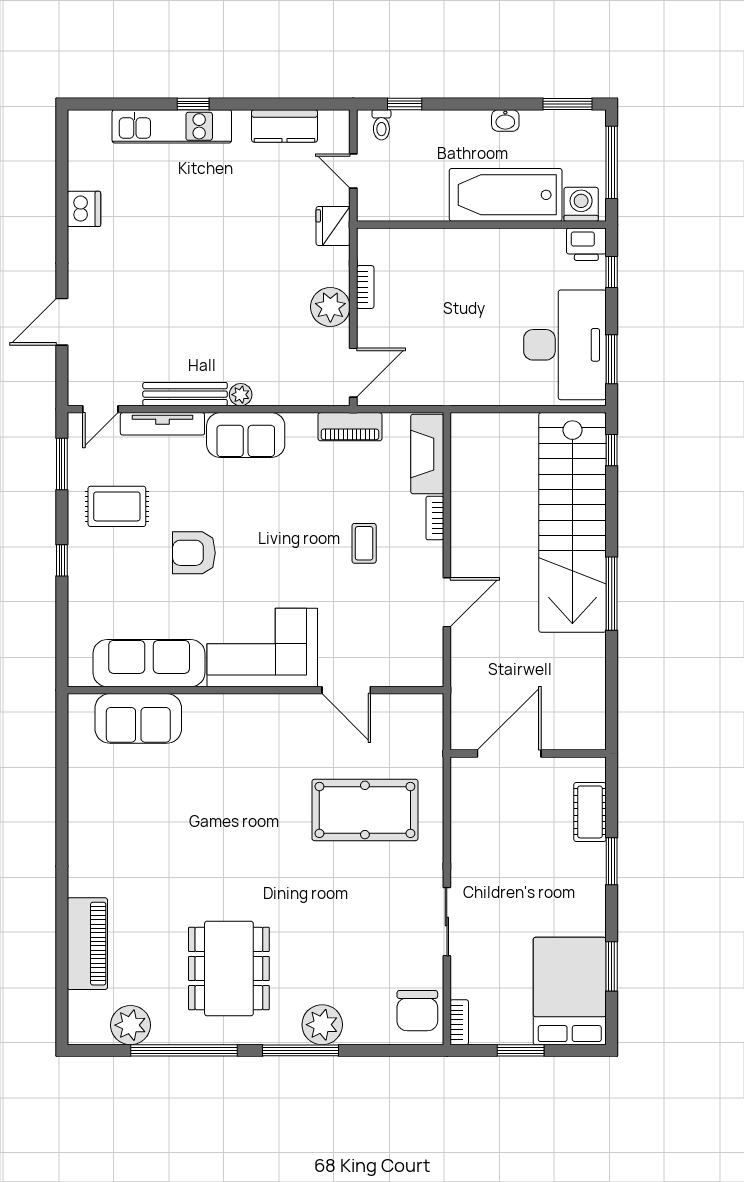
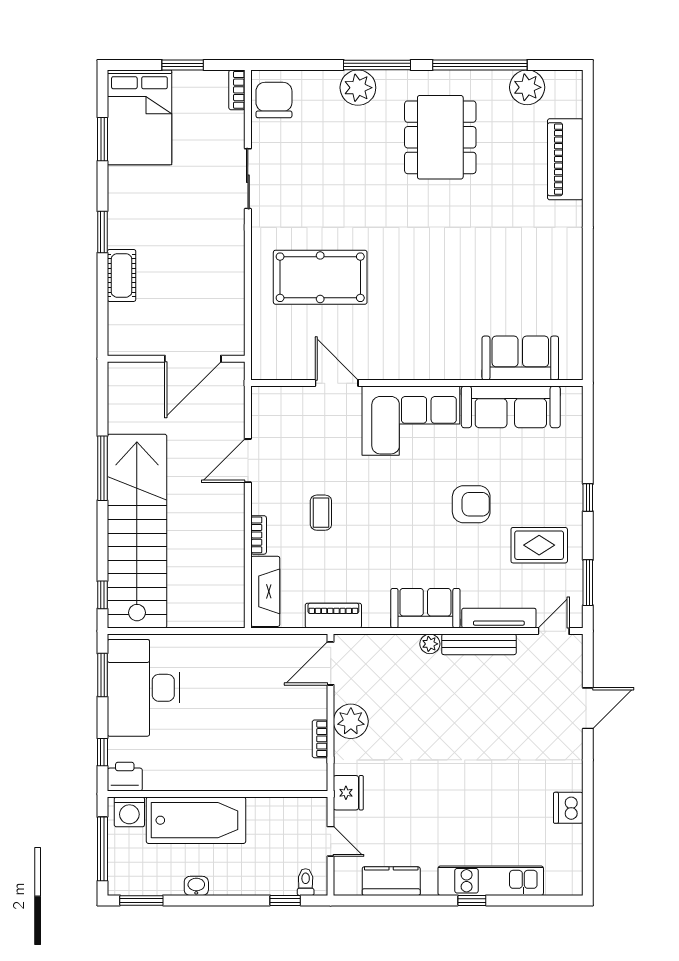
door: (509, 753) -> (193, 359), moved
wall: (528, 753) -> (176, 359), moved

